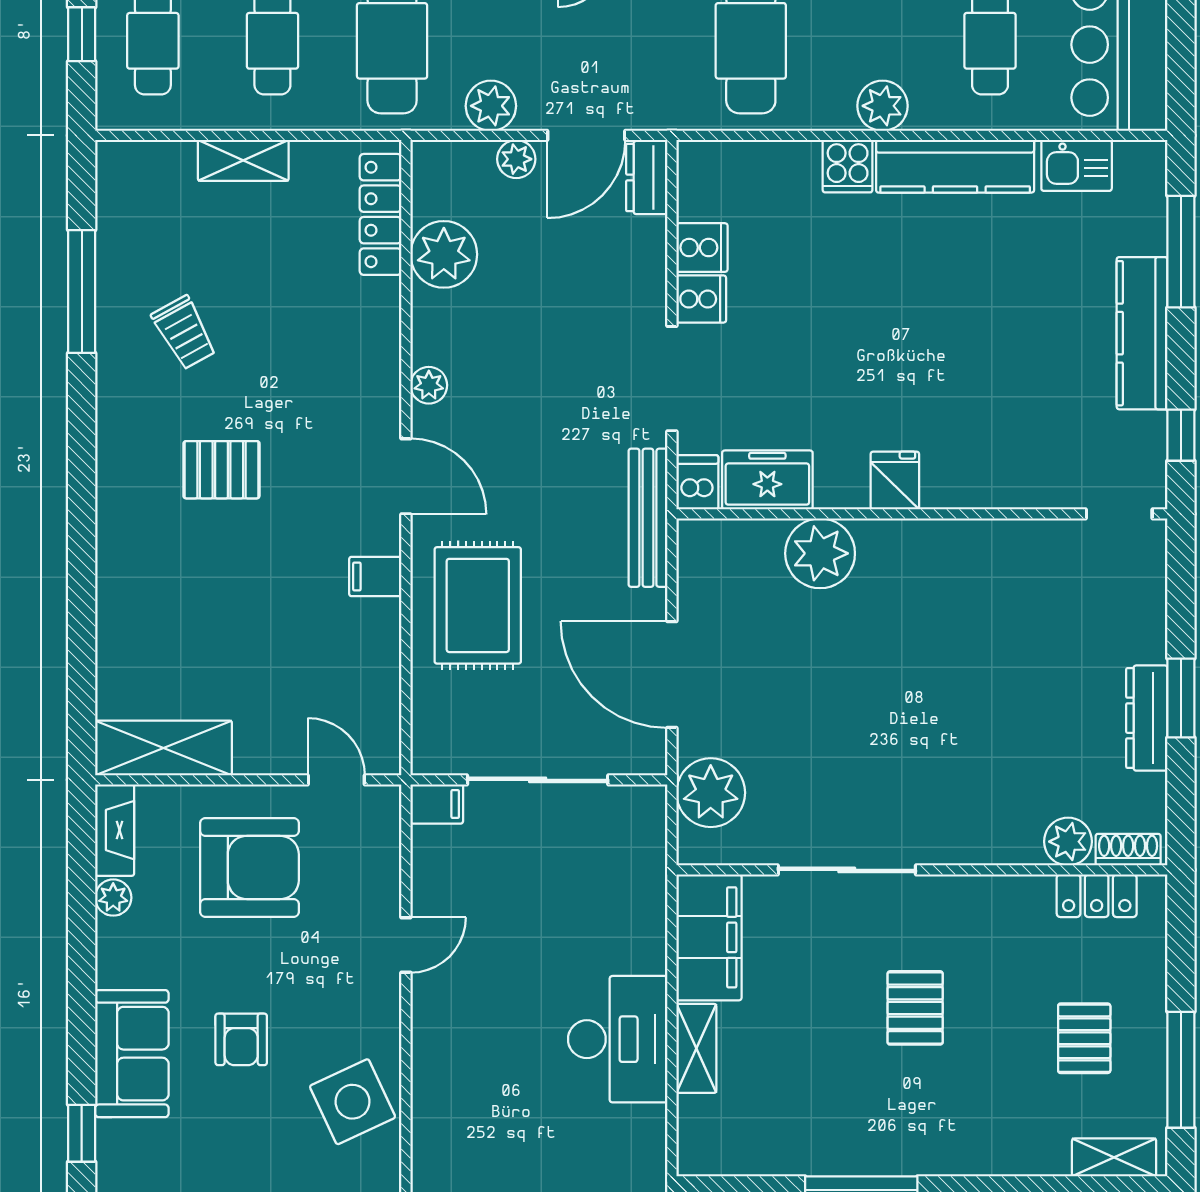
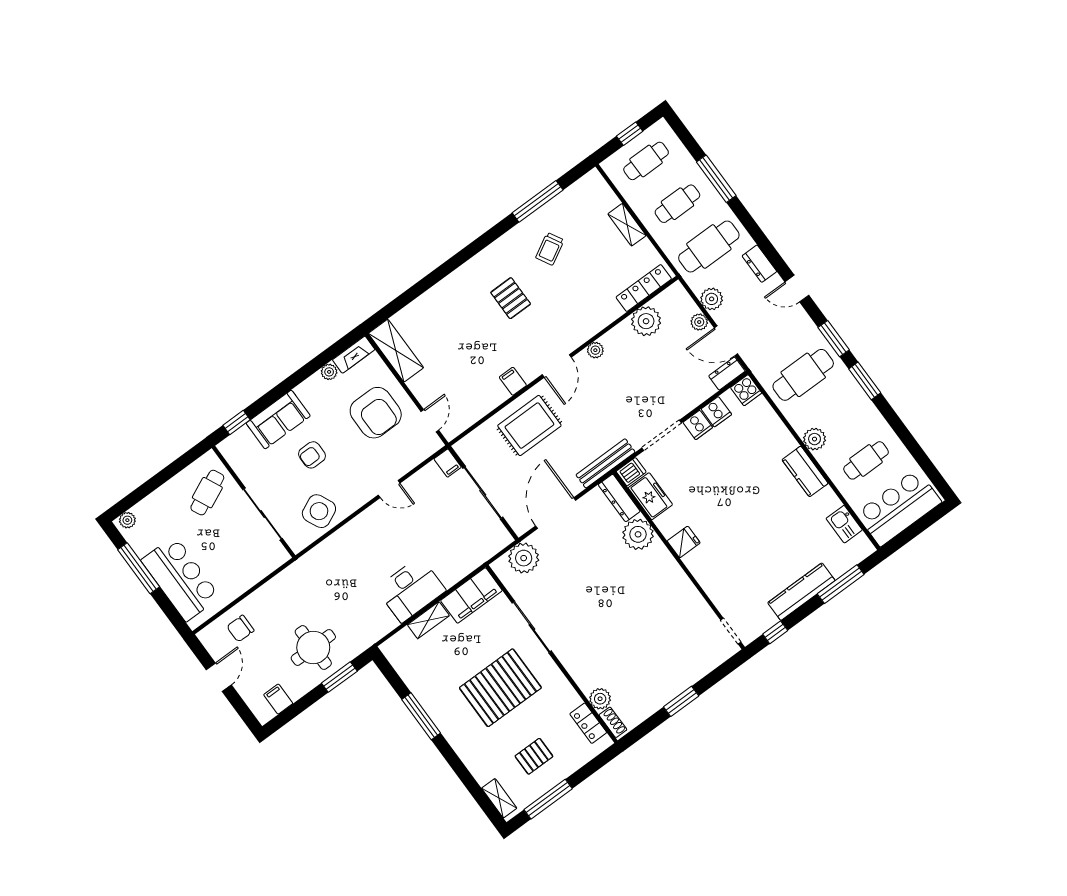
cooker: (848, 166) -> (746, 390), moved, turned -90
kitchen counter: (955, 166) -> (805, 471), width x0.67
dresser: (1147, 718) -> (619, 498), moved, turned -90
pallet: (915, 1008) -> (500, 688), width x2.05, depth x2.00

